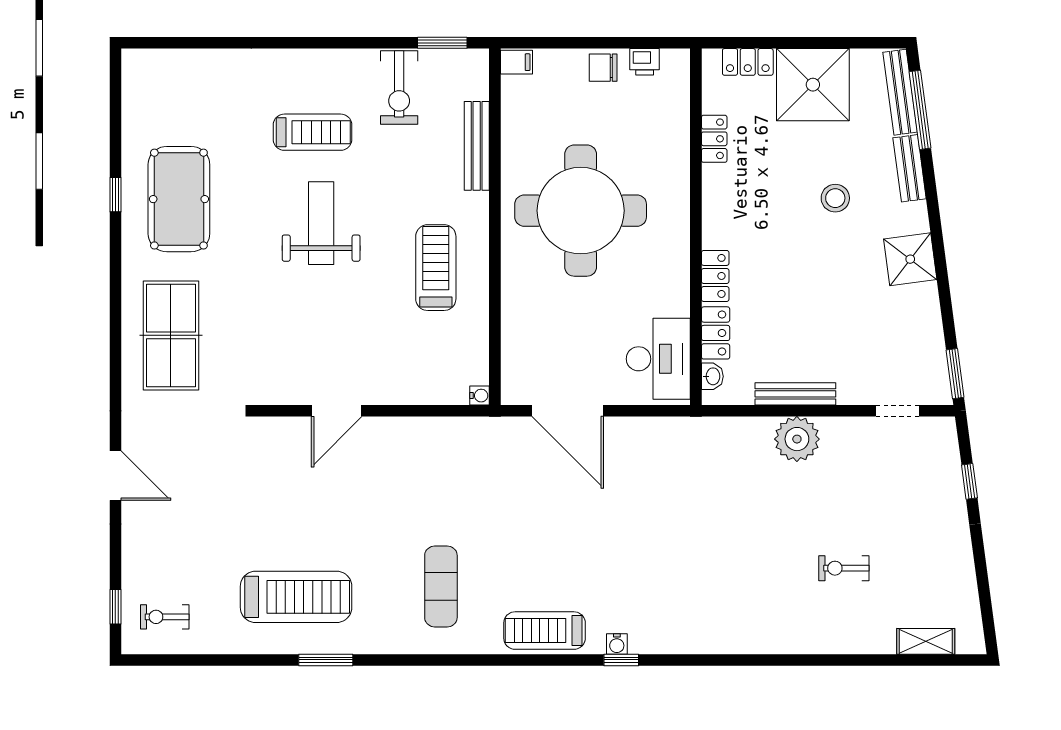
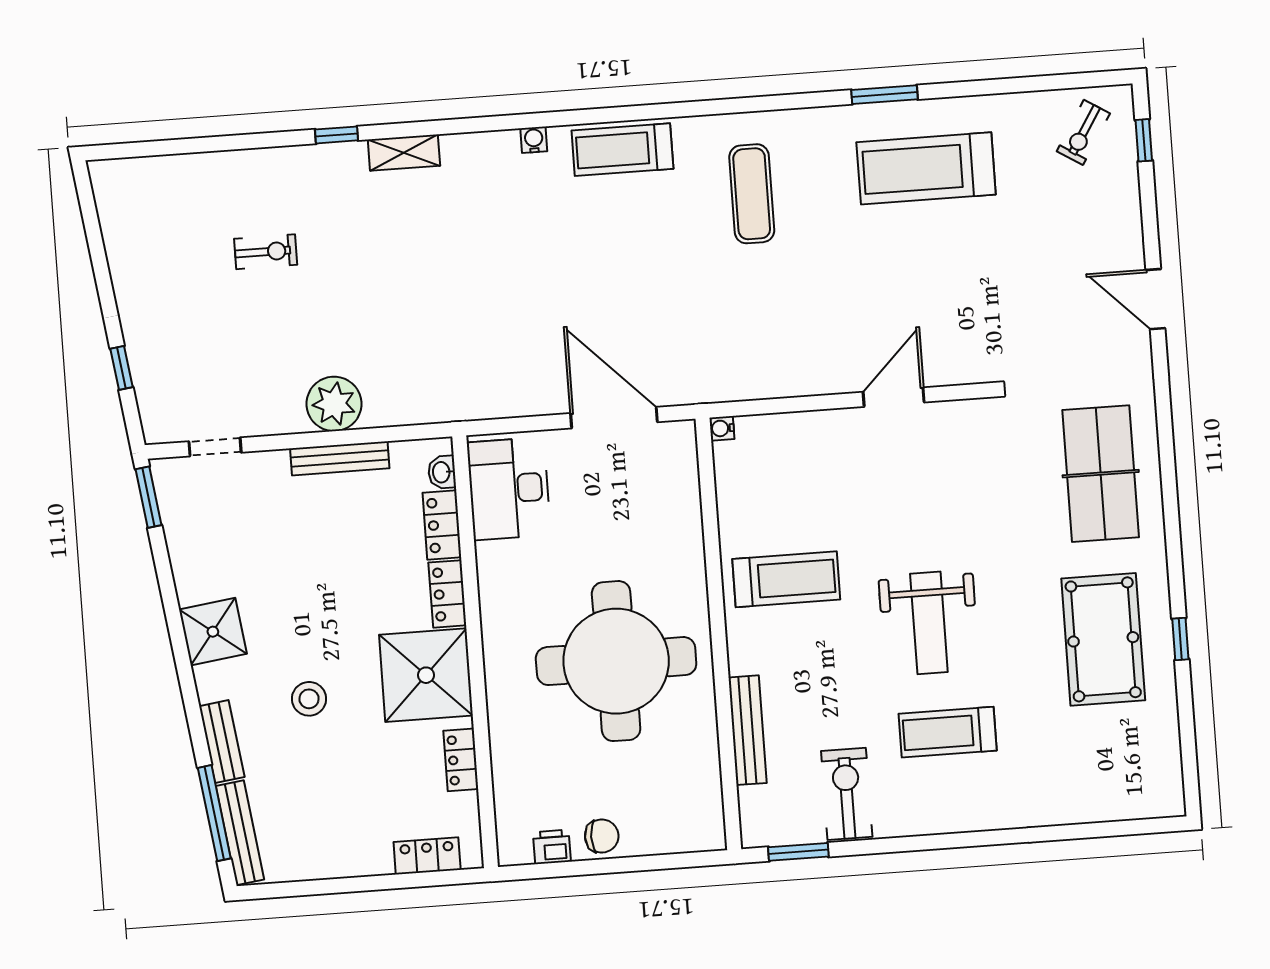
filing cabinet: (516, 62) -> (707, 835), removed
shower: (813, 85) -> (426, 675), moved
treadmill: (436, 268) -> (786, 579), turned -90
exercise bike: (165, 617) -> (1083, 132), turned 122
treadmill: (545, 631) -> (622, 150), turned 180
shelving: (926, 641) -> (404, 153), moved
window: (621, 660) -> (337, 135), moved

